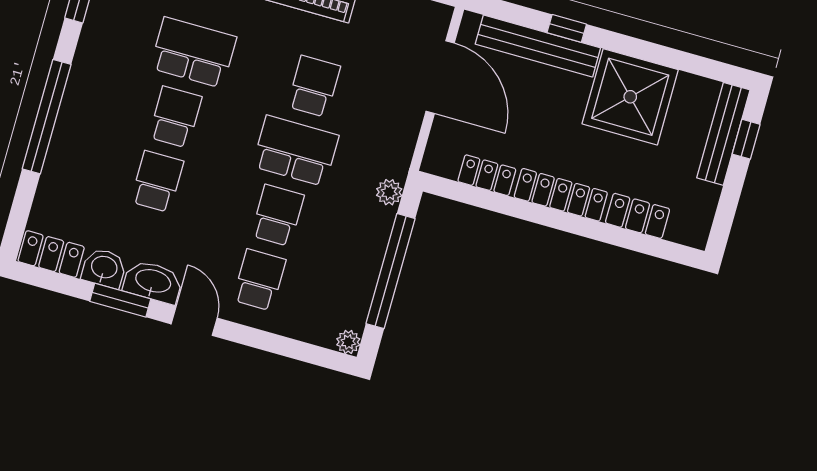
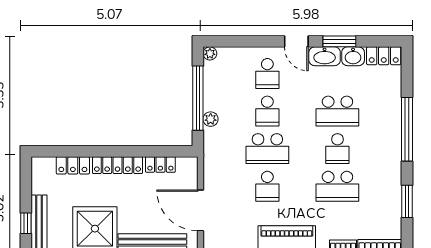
school desk: (157, 182) -> (337, 111), width x1.85
plant: (389, 192) -> (211, 119), moved

